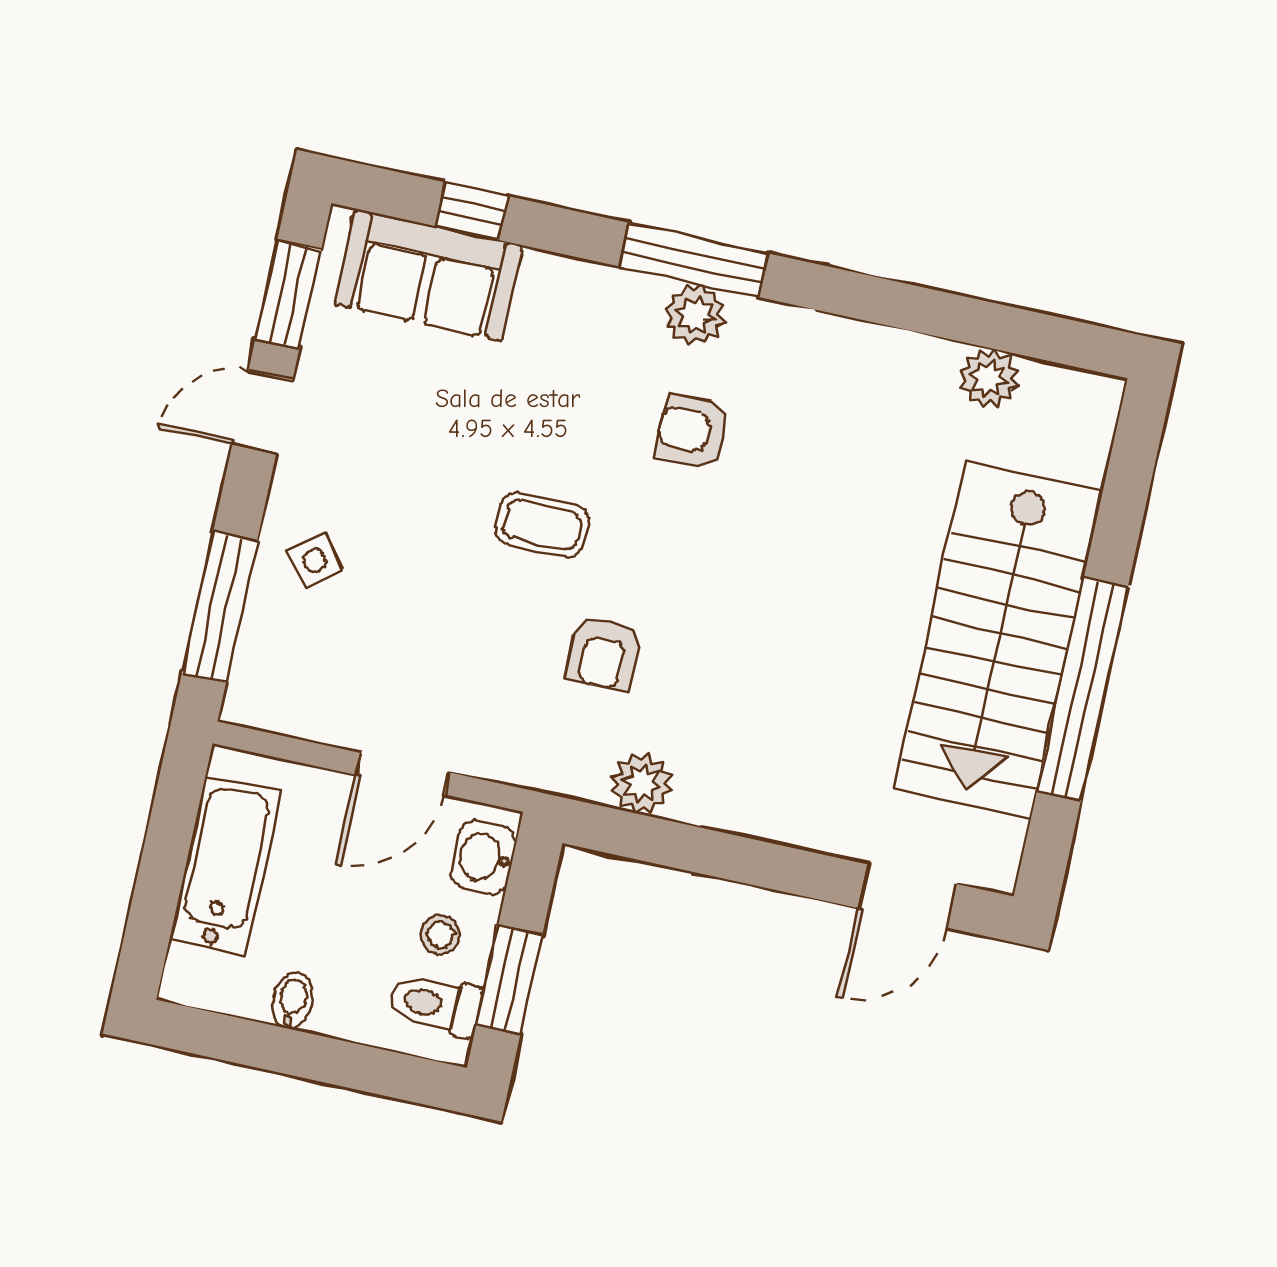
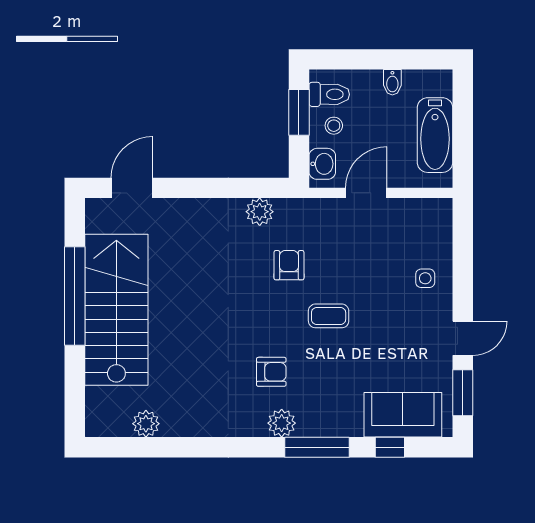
window: (694, 260) -> (317, 447), moved
side table: (315, 560) -> (425, 278), turned 38
window: (220, 607) -> (463, 249), removed

